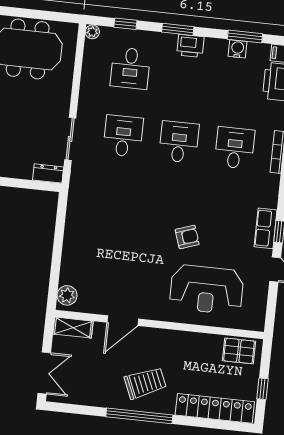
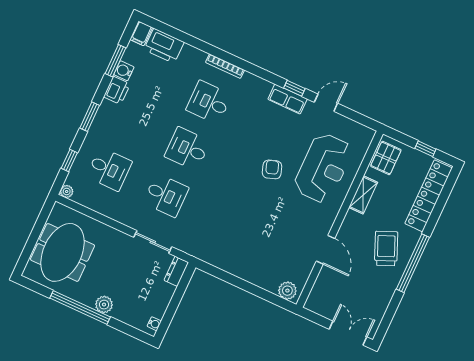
printer: (190, 46) -> (117, 90), moved
desk: (123, 136) -> (166, 195), turned 180
shelving: (73, 328) -> (363, 195), moved

